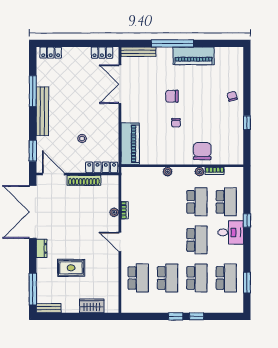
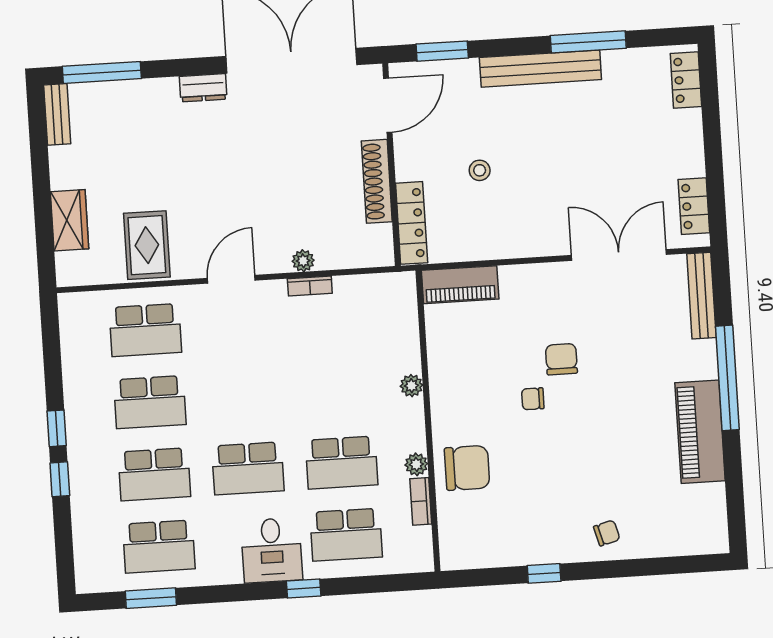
chair: (172, 96) -> (561, 359), moved
piano: (130, 144) -> (460, 285), width x0.73, depth x0.75
rug: (71, 268) -> (147, 245), moved

